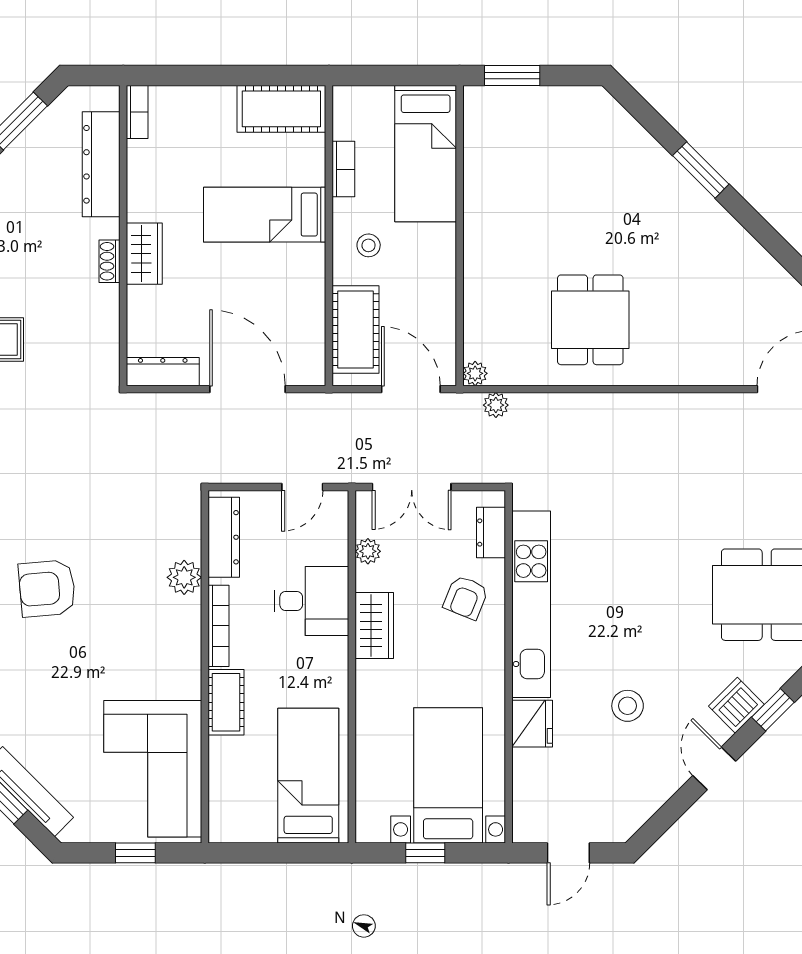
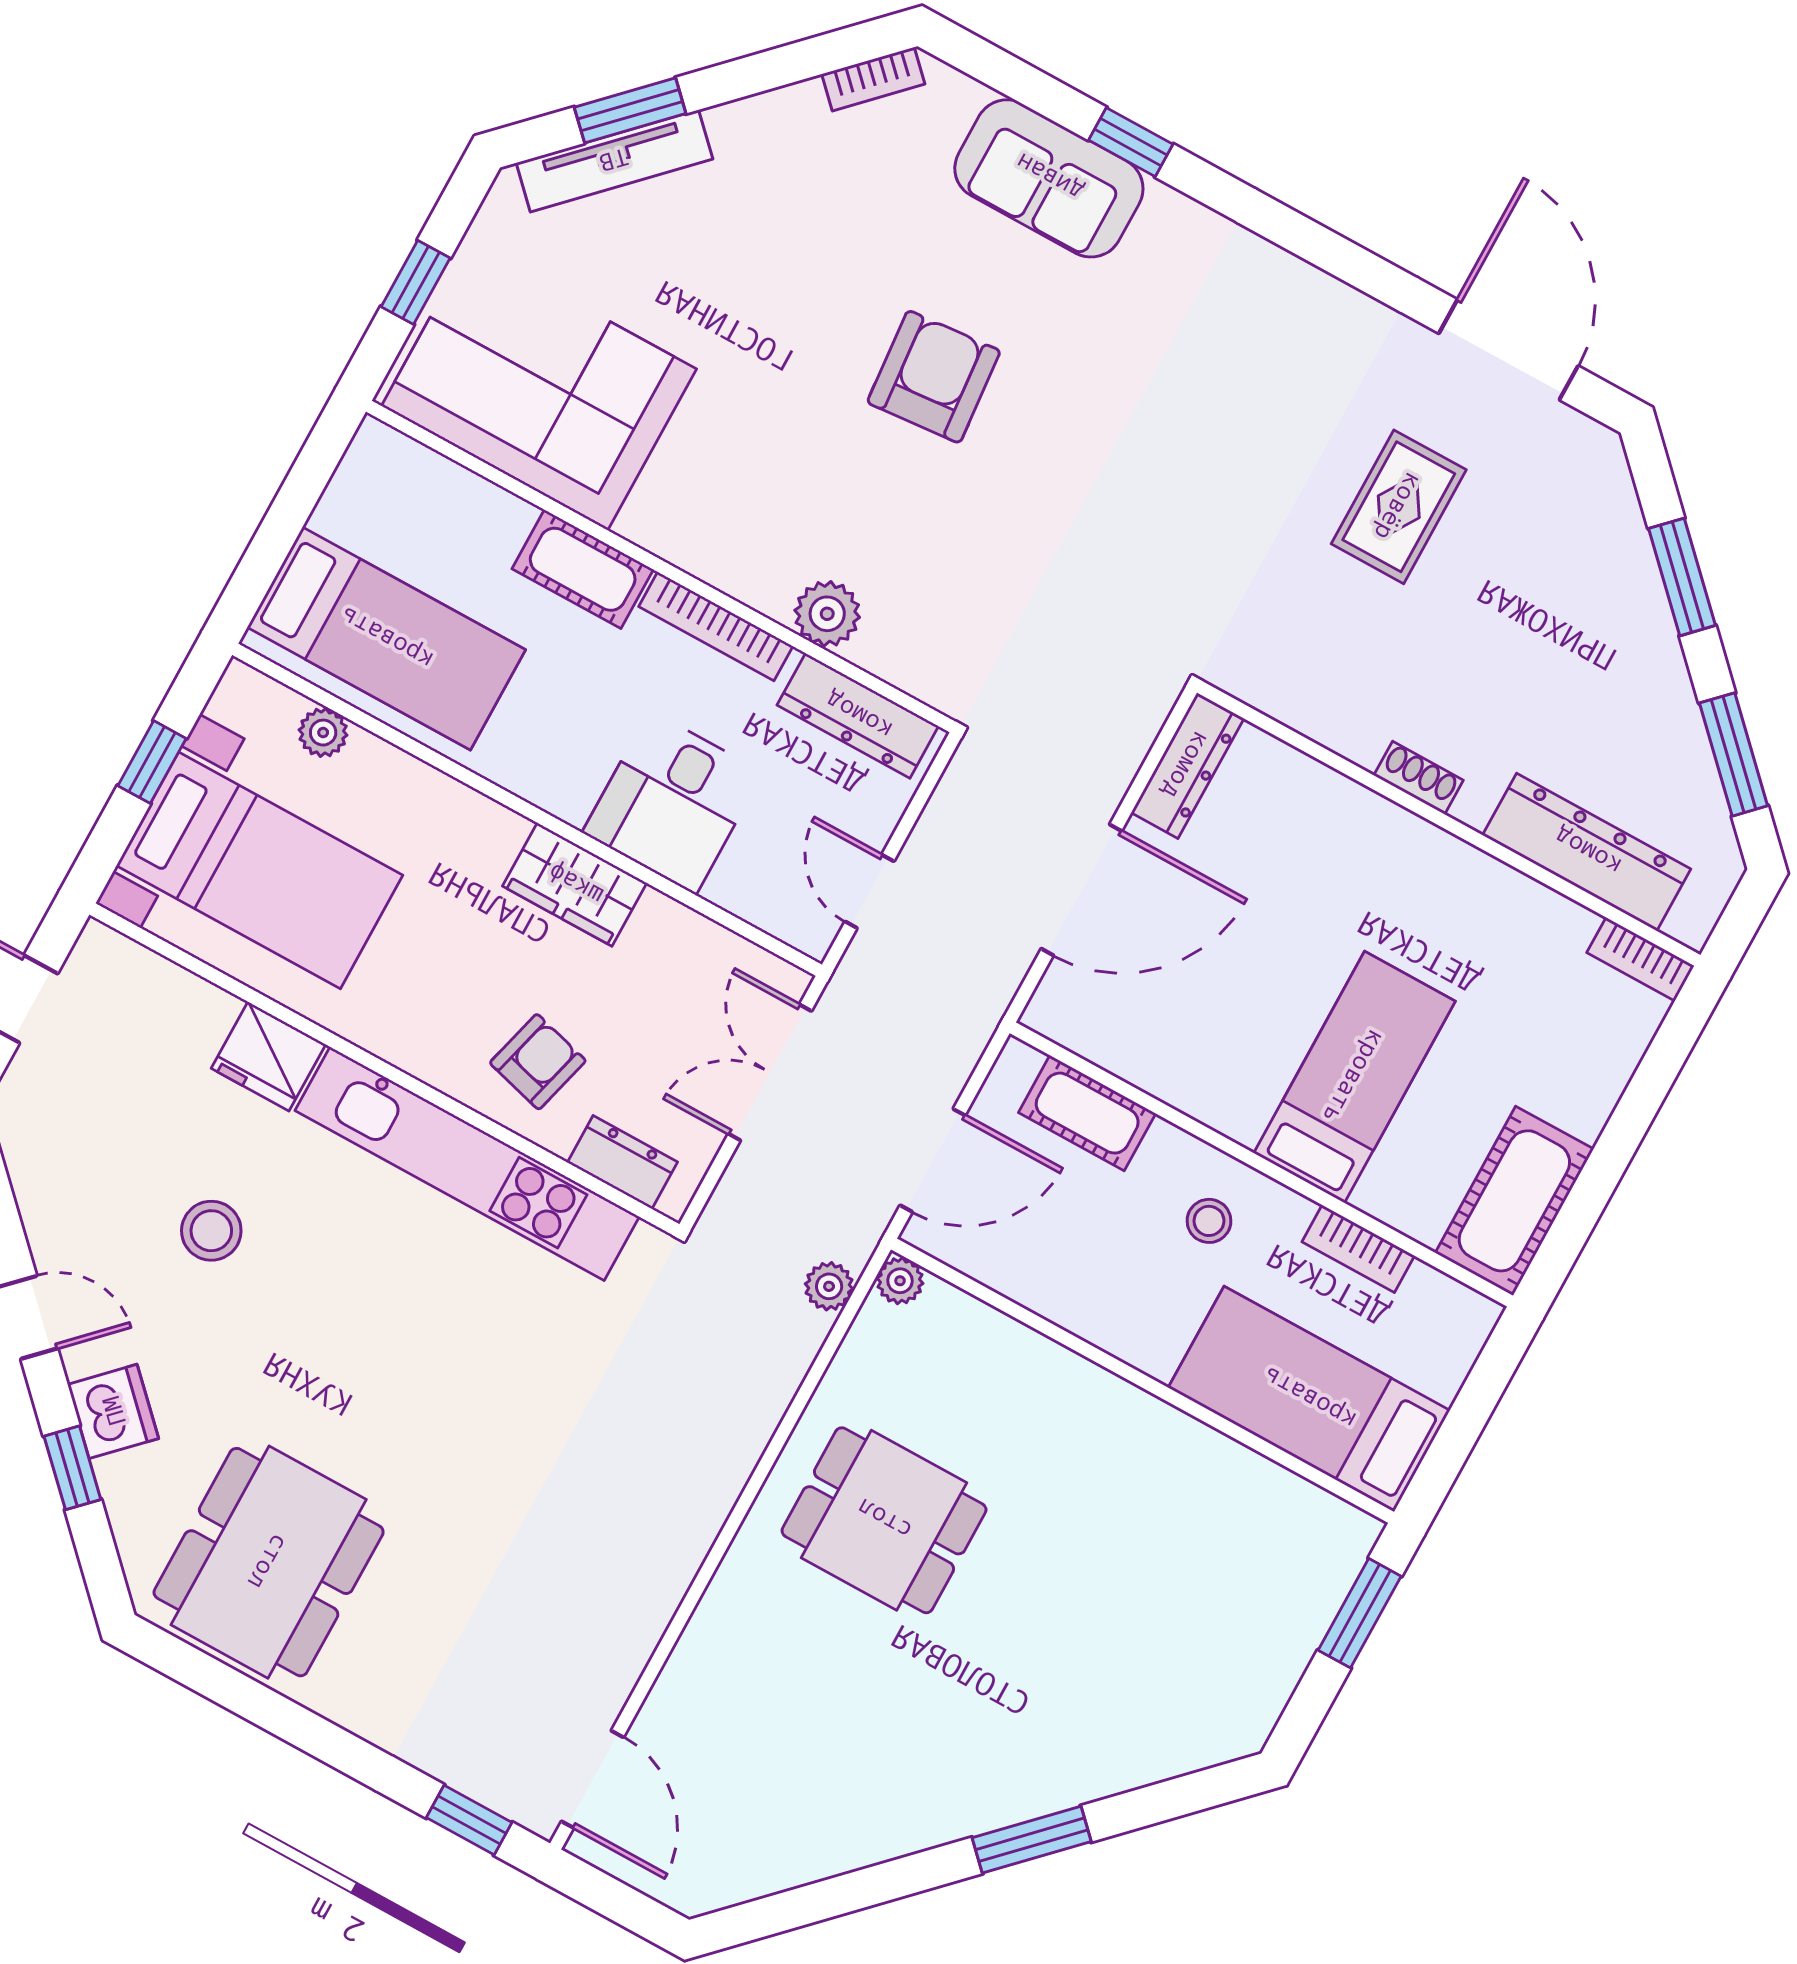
wardrobe: (144, 254) -> (1400, 842), removed
cot: (355, 329) -> (1087, 1113), width x0.73, depth x0.75
plant: (368, 551) -> (323, 733), moved
armchair: (466, 597) -> (538, 1062), turned 83

